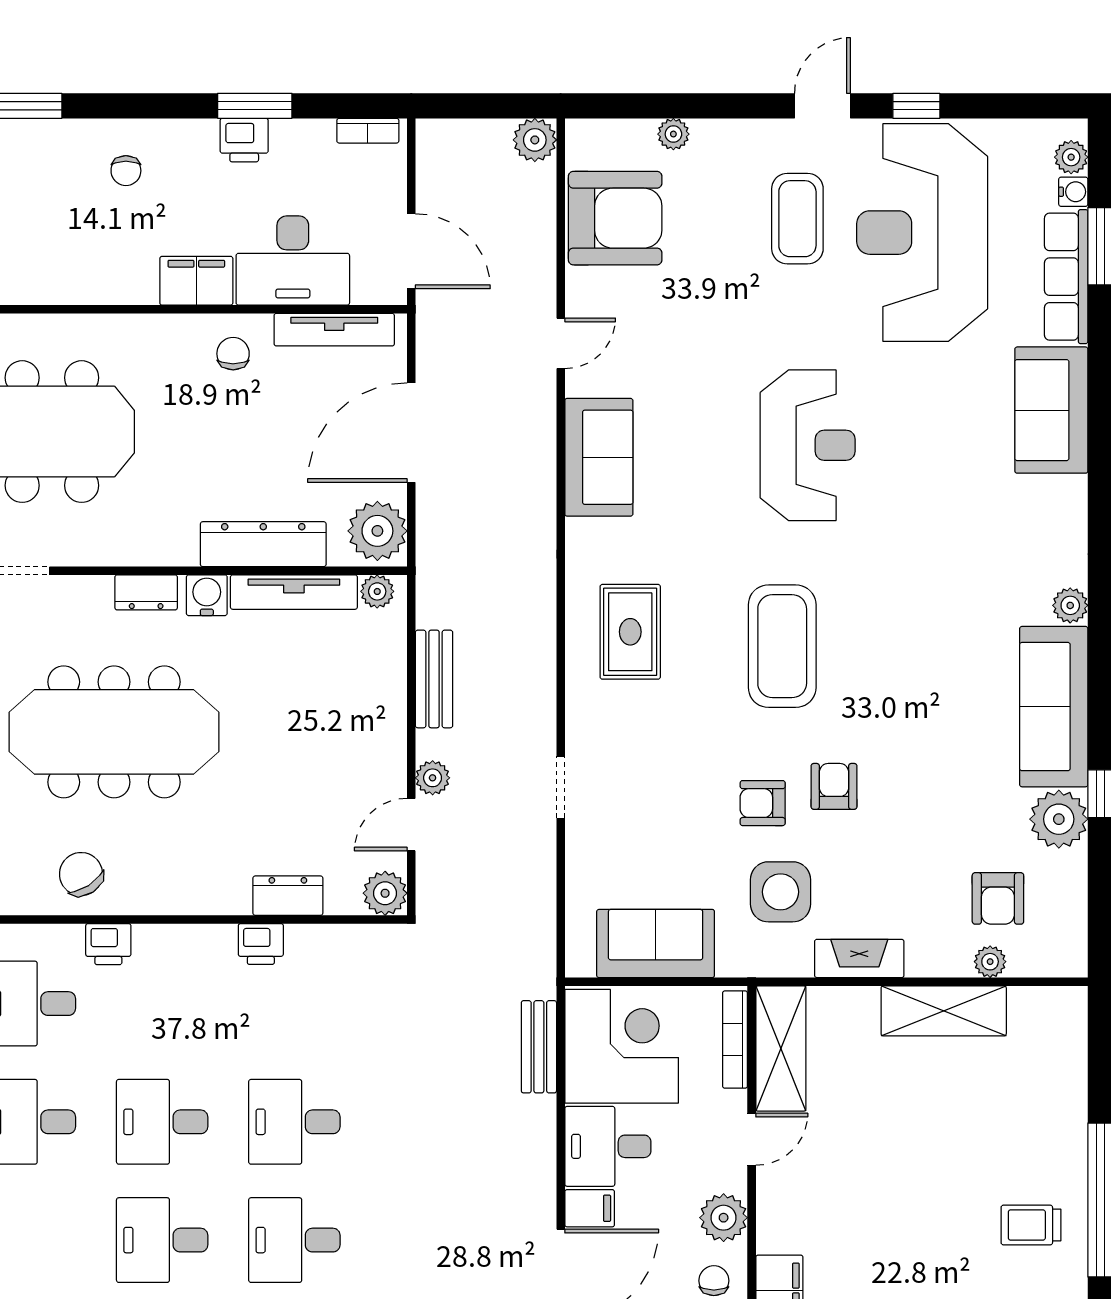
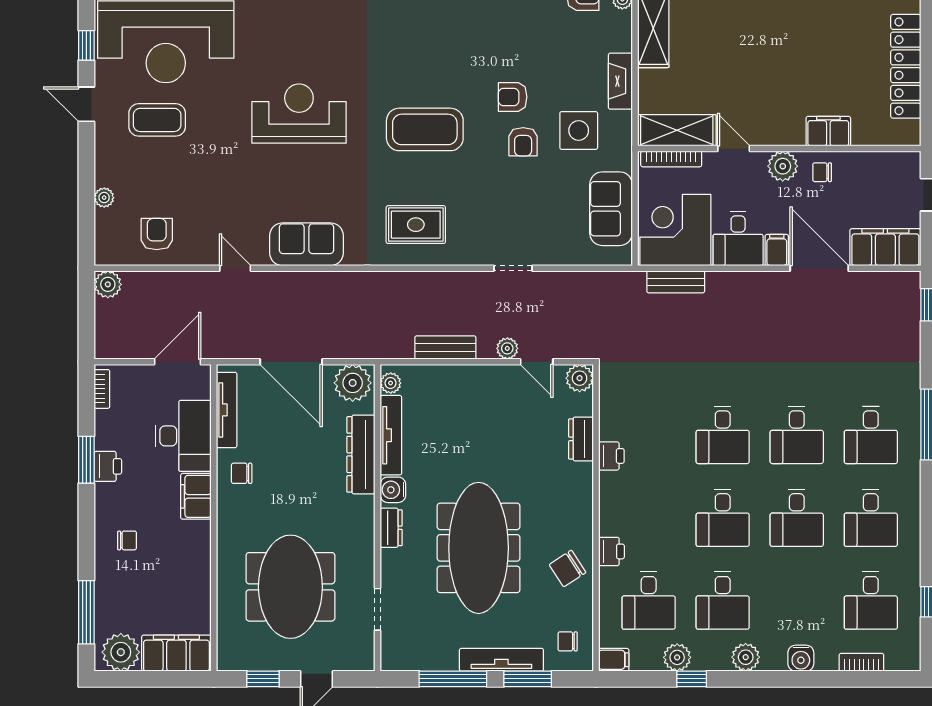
armchair: (615, 218) -> (157, 234), width x0.53, depth x0.53

